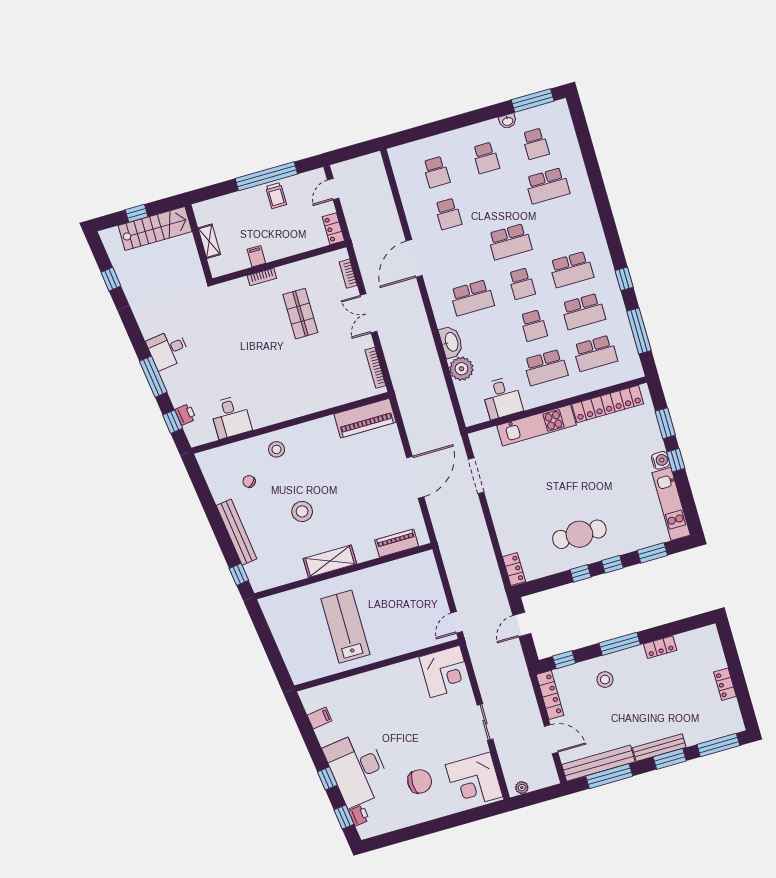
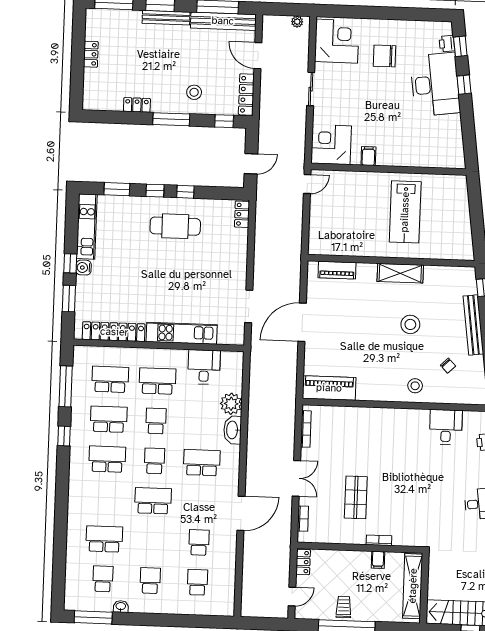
shelving: (209, 241) -> (413, 586), width x2.20, depth x1.33
filing cabinet: (319, 718) -> (368, 156), moved, turned 98

